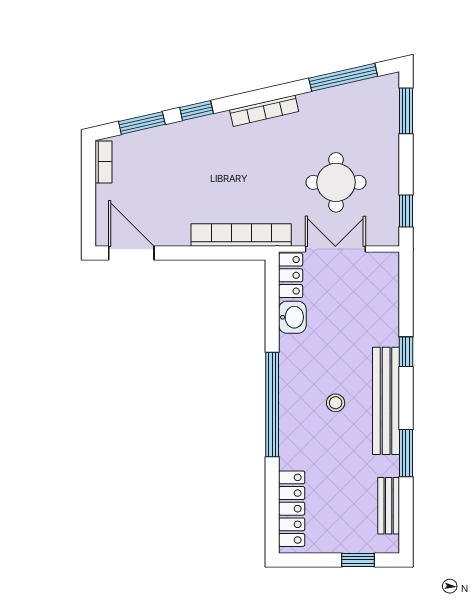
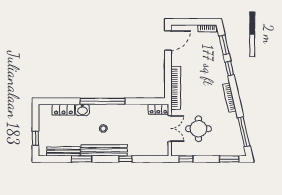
washbasin: (292, 317) -> (82, 110), moved
bench: (389, 506) -> (63, 151), width x1.36
locker: (292, 509) -> (63, 110), width x0.66

